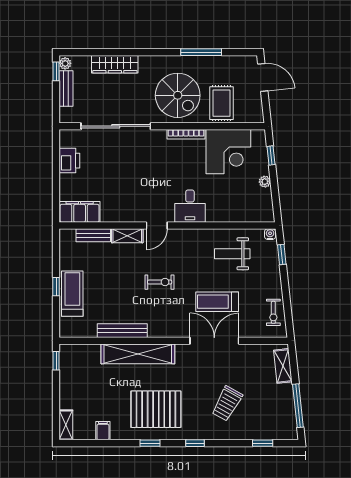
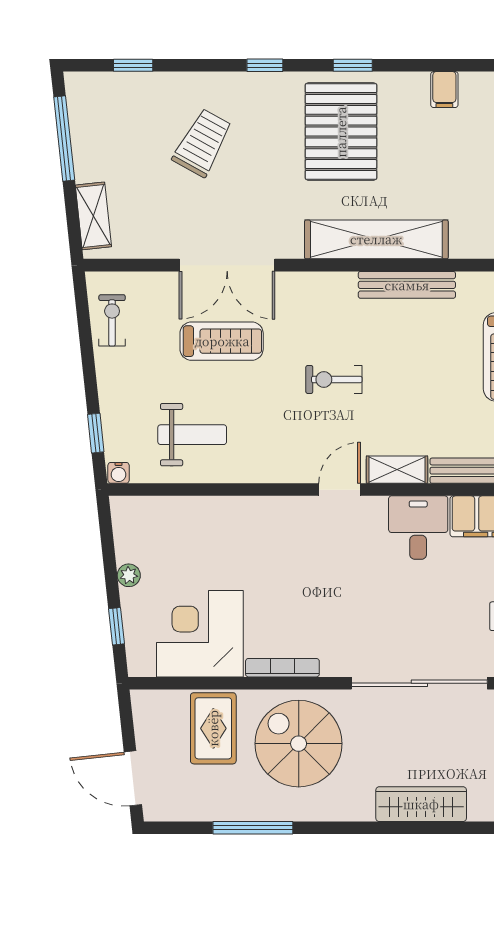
desk: (190, 206) -> (418, 528), moved
pallet: (156, 409) -> (341, 132), turned 90

